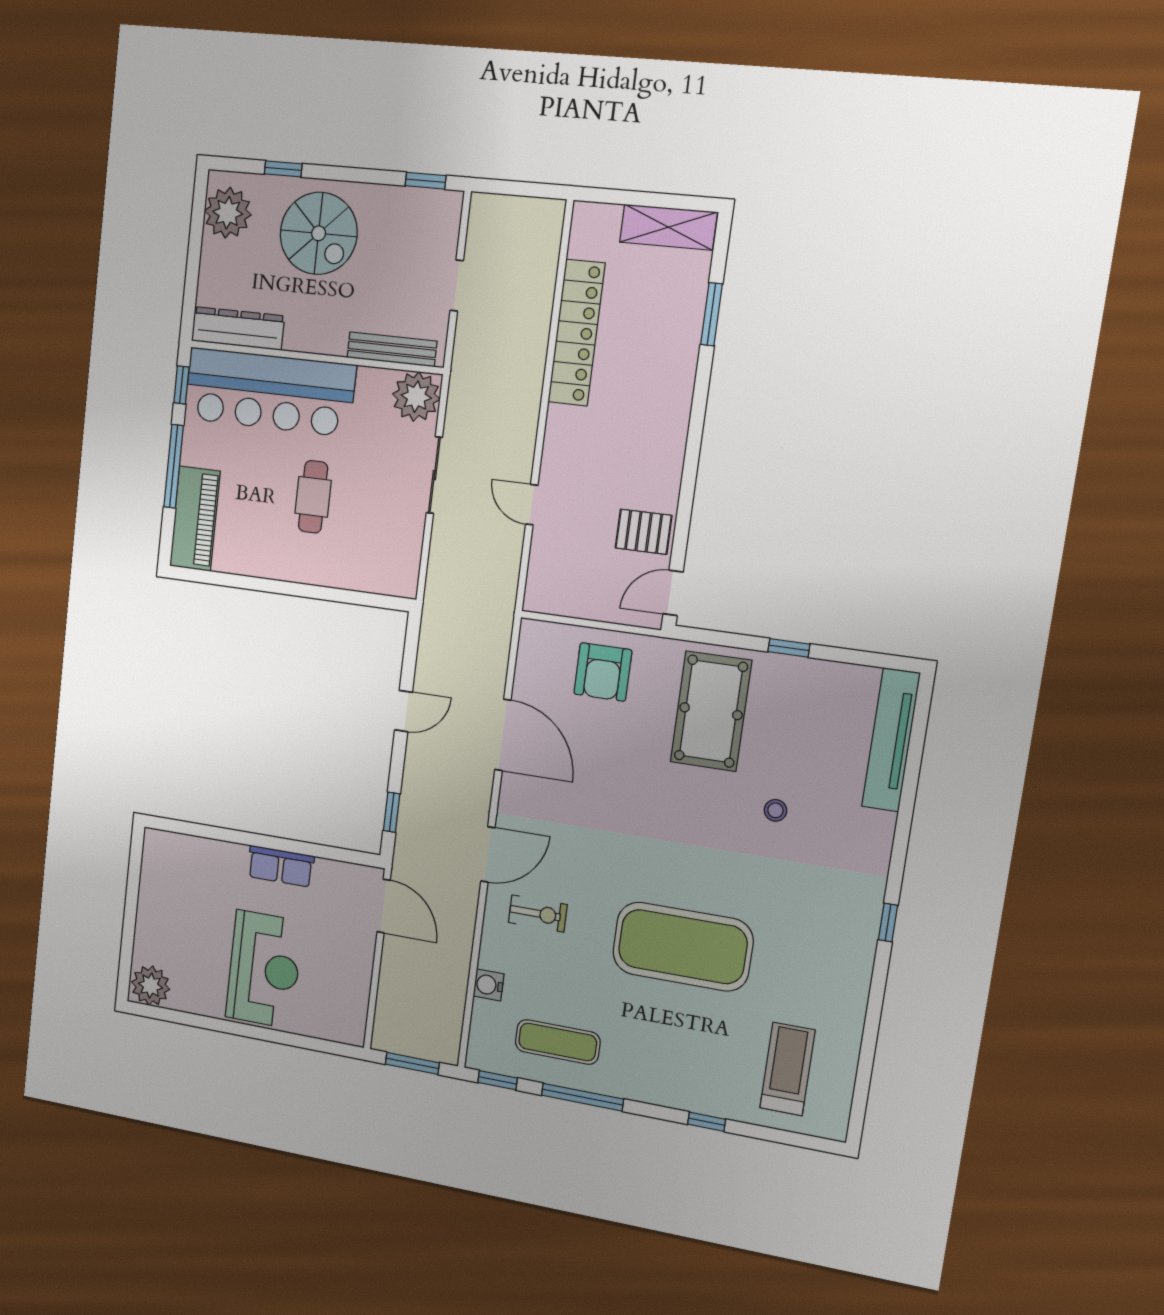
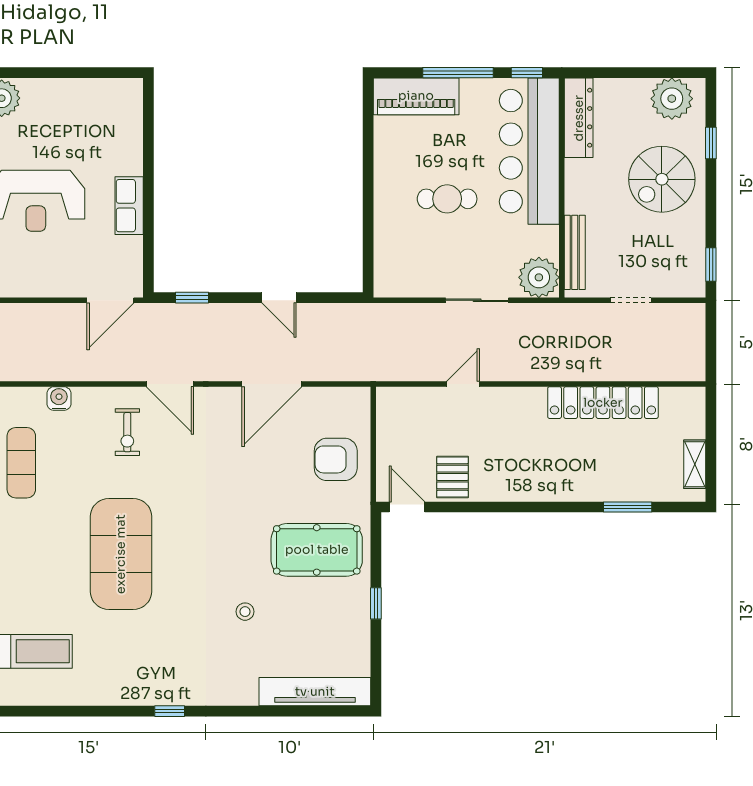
shelving: (668, 227) -> (695, 464), width x0.67, depth x0.75

